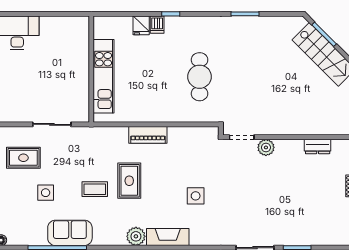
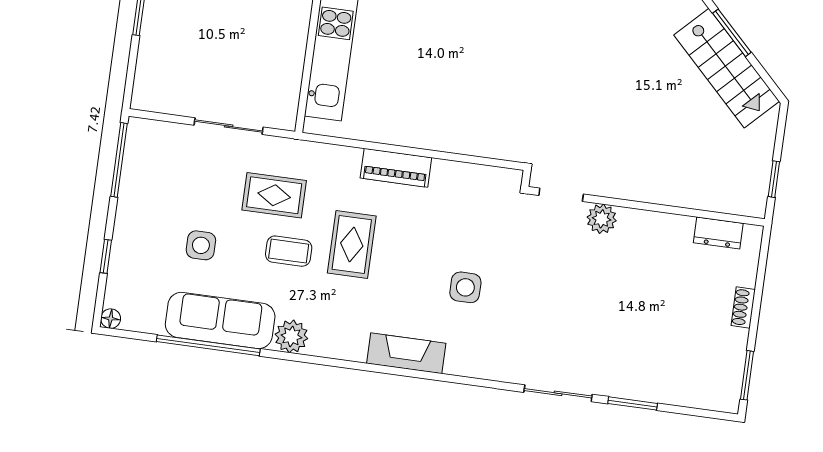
cafe table: (200, 77) -> (501, 78), removed
dresser: (318, 146) -> (718, 233), moved
rug: (23, 158) -> (274, 195), moved
sofa: (70, 233) -> (220, 320), width x1.36
plant: (136, 236) -> (291, 336), moved

